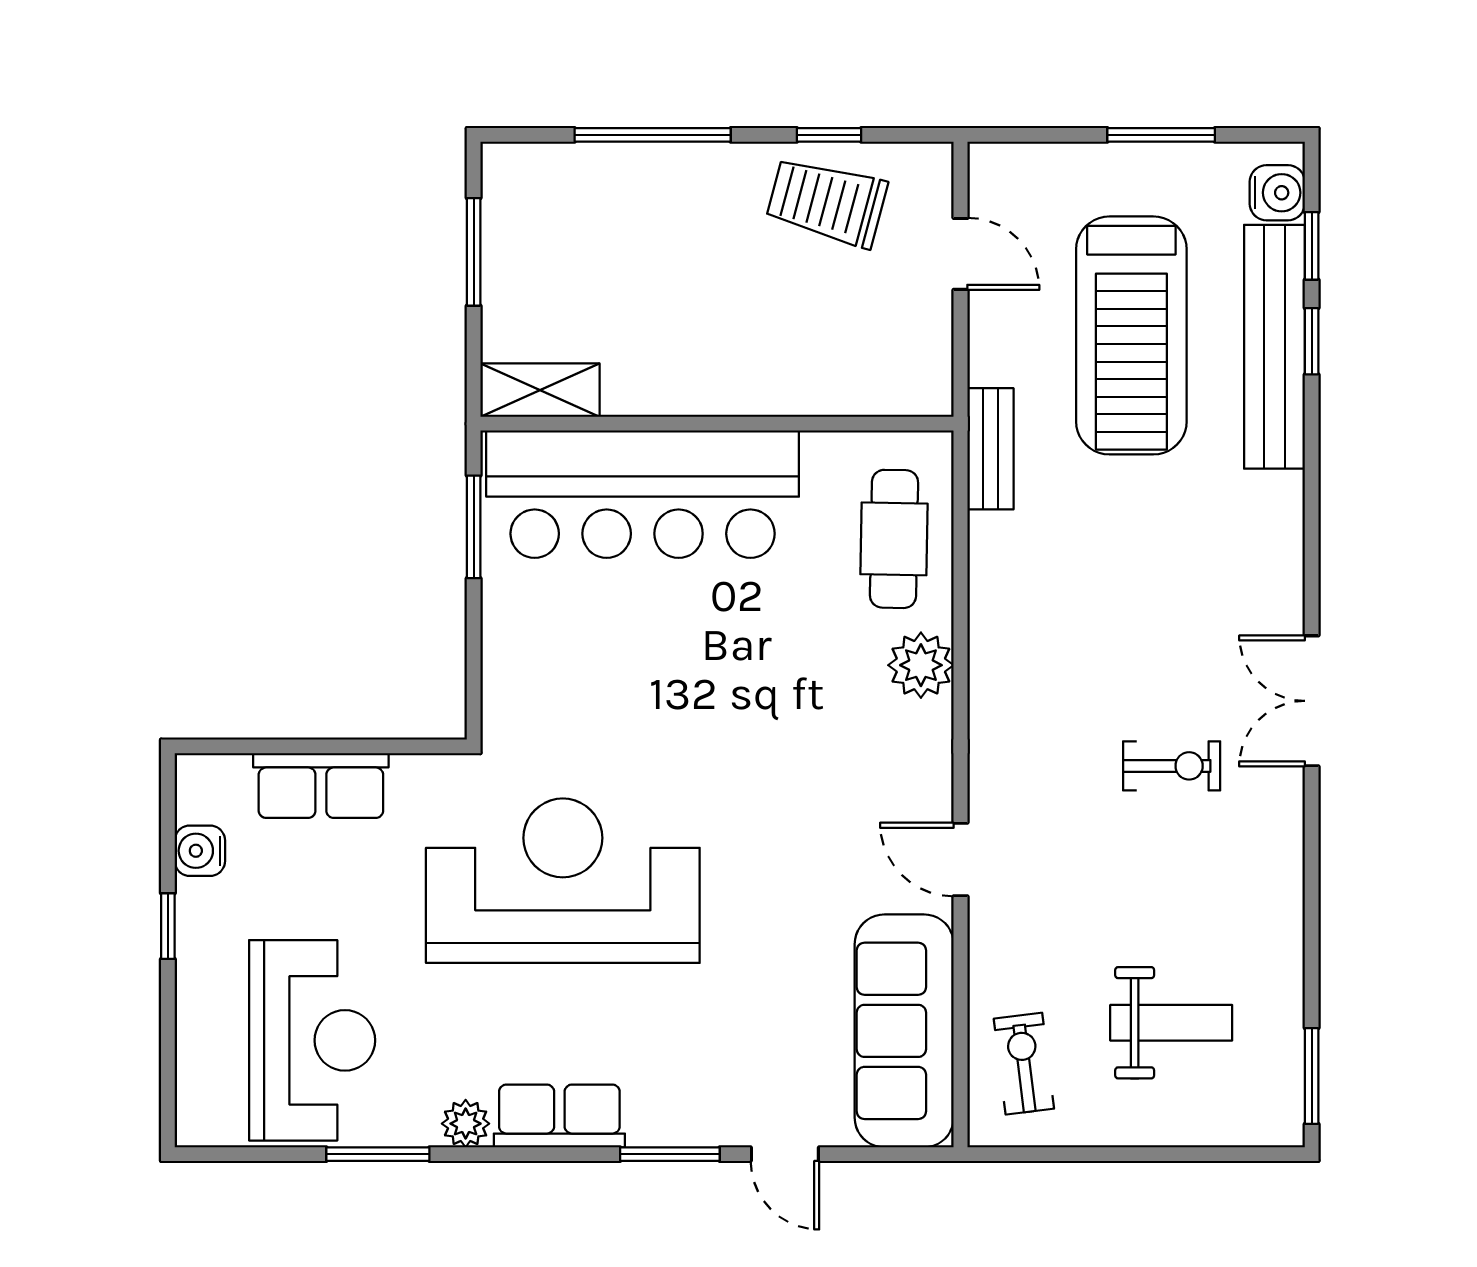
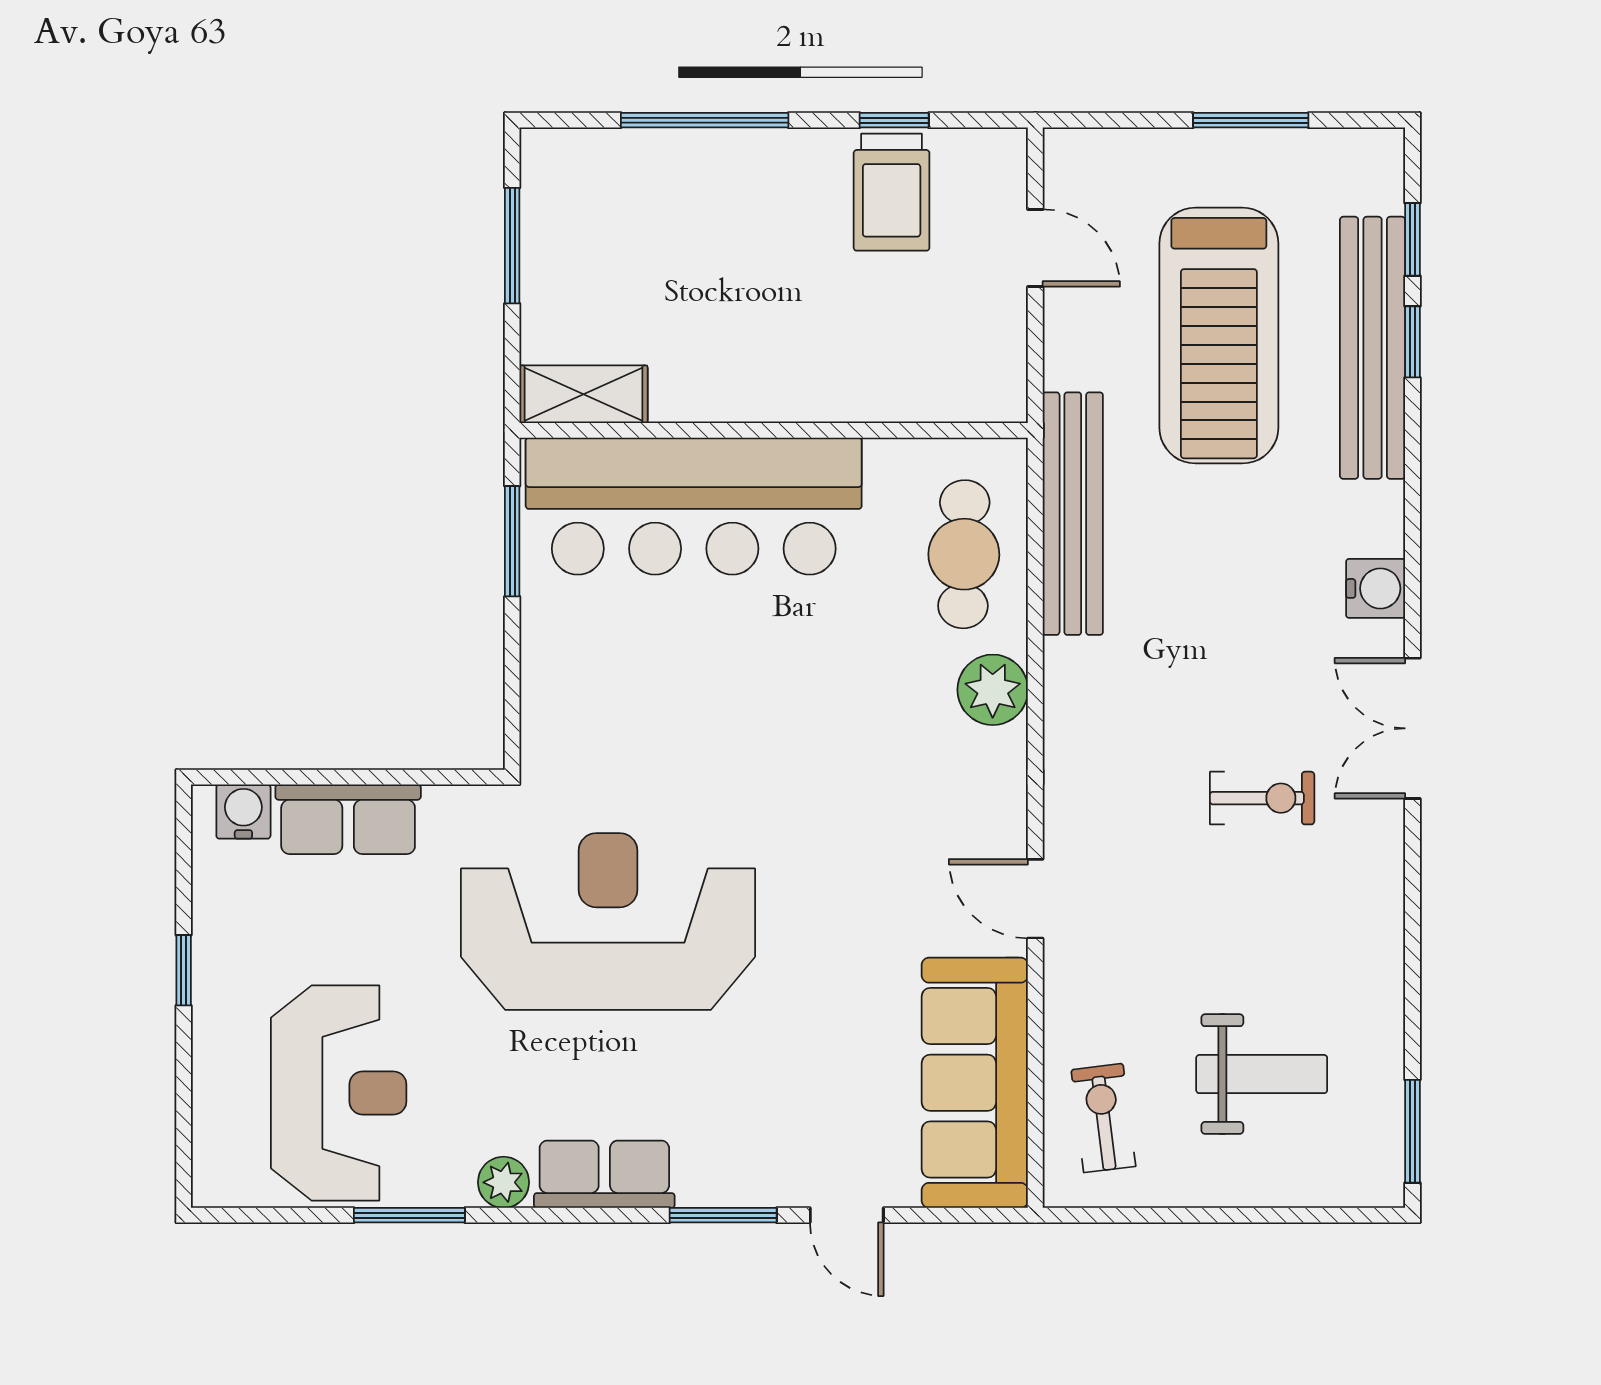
water cooler: (1277, 193) -> (1376, 588), moved
trolley: (827, 202) -> (892, 192), turned -105
bench: (990, 449) -> (1073, 514), width x1.86, depth x1.21
water cooler: (200, 851) -> (243, 812), moved, turned 90

